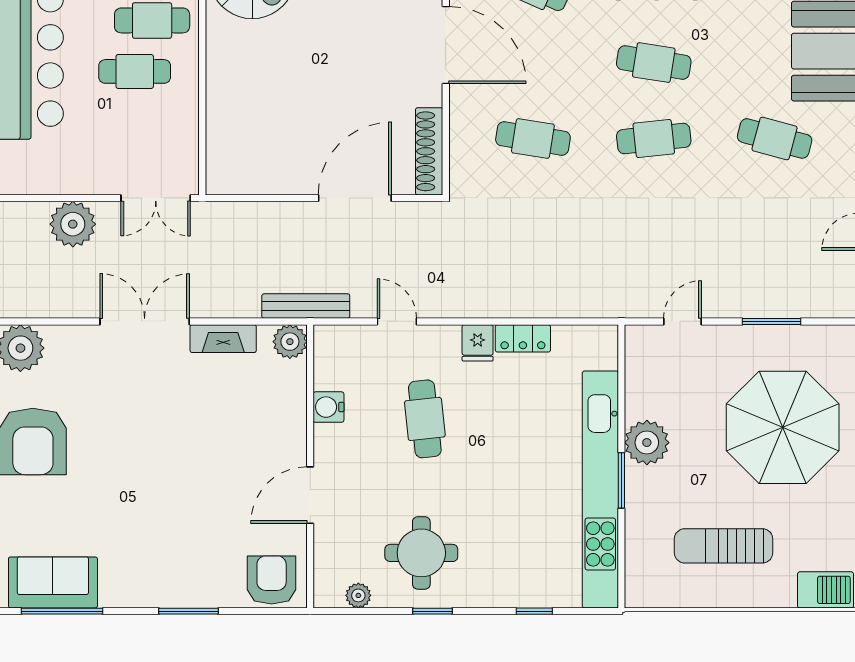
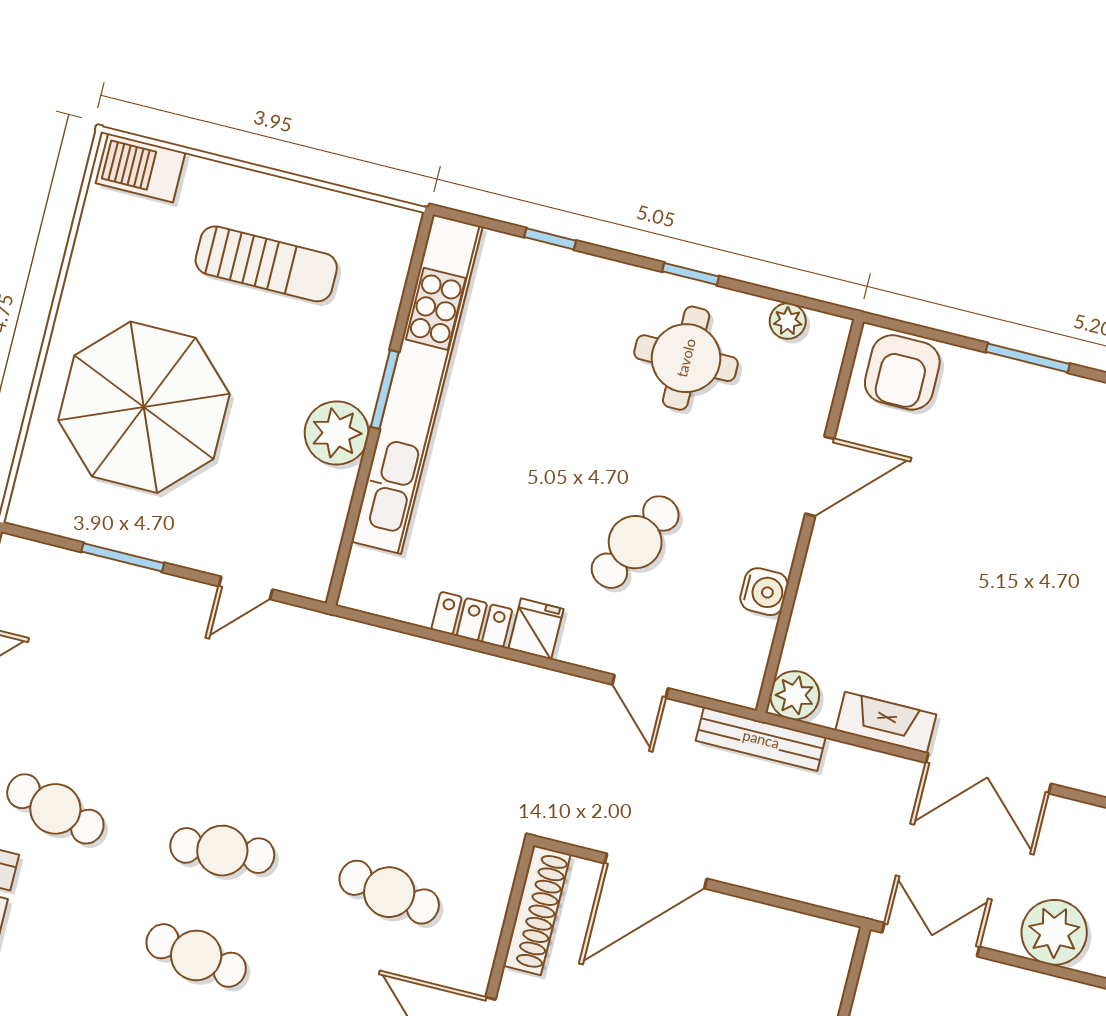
cafe table: (425, 419) -> (635, 542), turned 34

